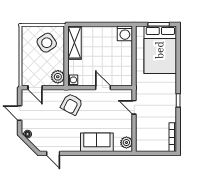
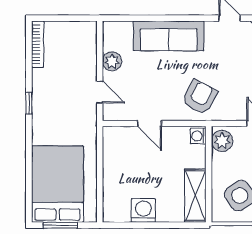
washing machine: (125, 33) -> (143, 211), moved
sofa: (97, 142) -> (169, 36), width x1.36
plant: (126, 143) -> (112, 61), moved

